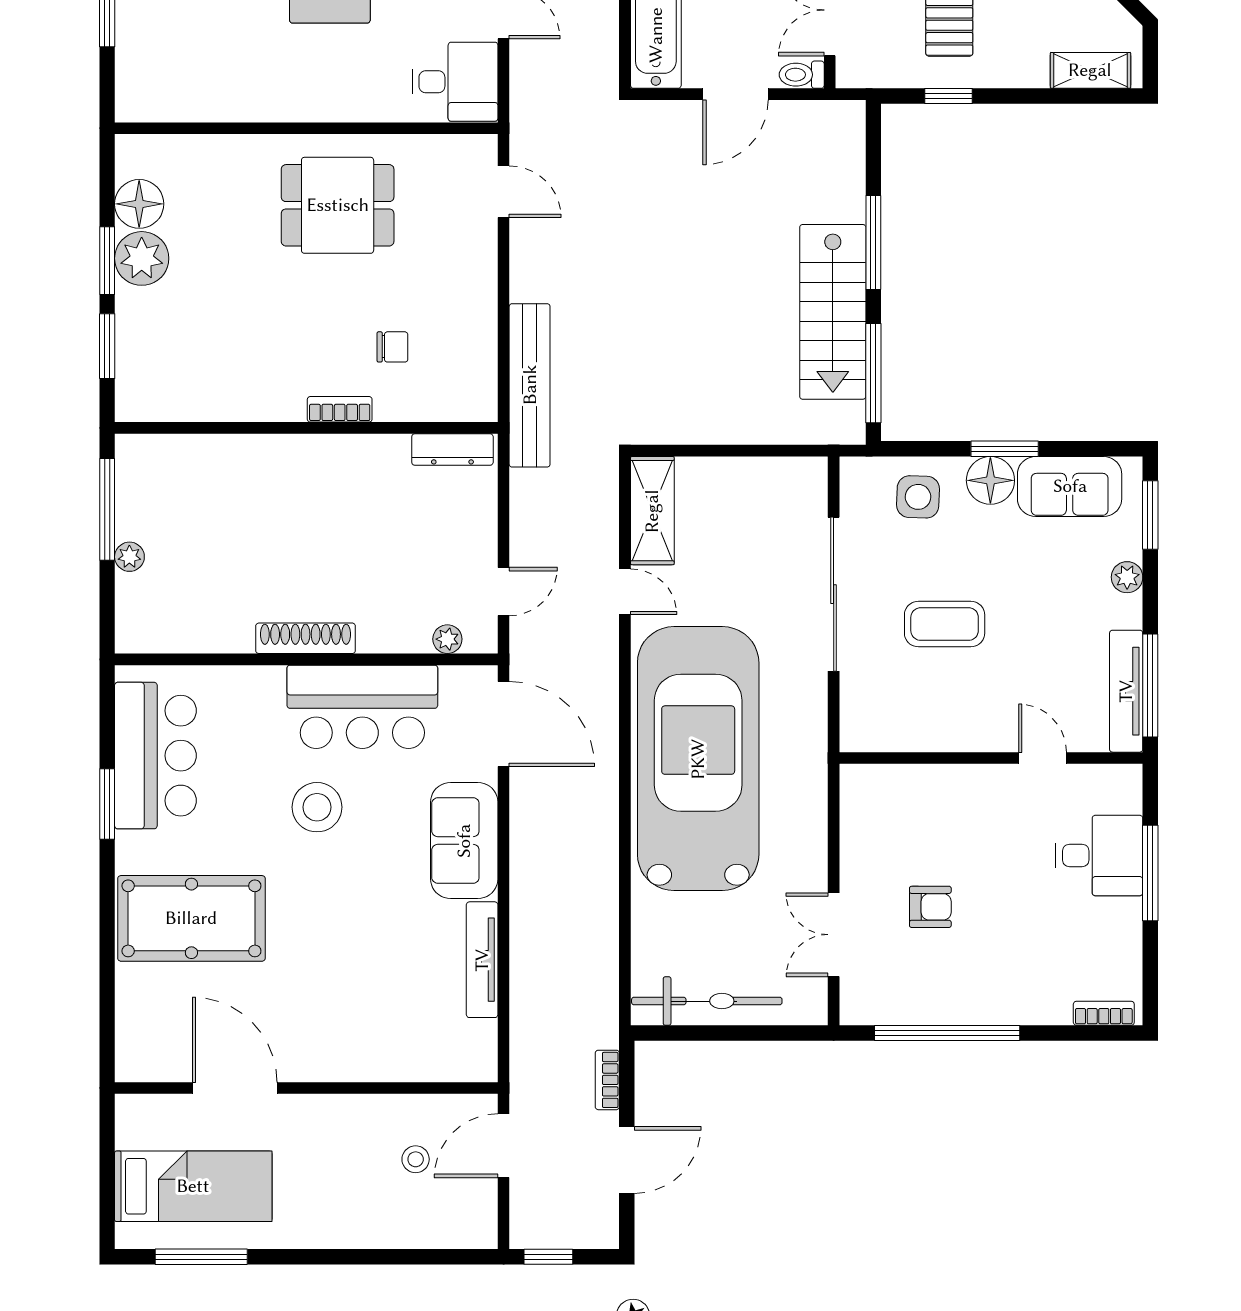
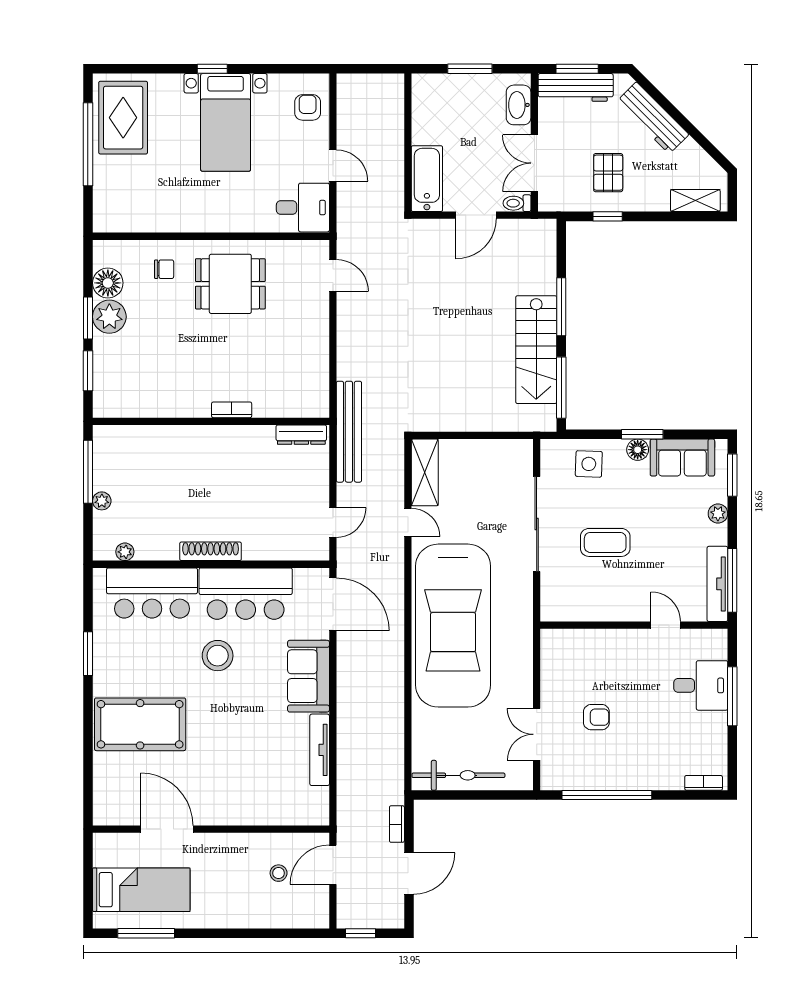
chair: (392, 347) -> (164, 269), moved
bench: (530, 385) -> (349, 432), moved
floor lamp: (990, 480) -> (638, 450), width x0.73, depth x0.73
plant: (447, 639) -> (125, 552), moved
bar counter: (155, 756) -> (152, 593), moved, turned 90
car: (698, 759) -> (453, 626), turned 180

